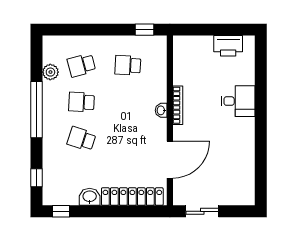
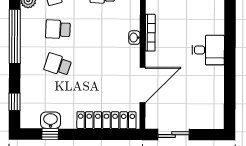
desk: (238, 101) -> (208, 50), moved
washbasin: (90, 197) -> (50, 120), moved
window: (61, 211) -> (50, 134), moved

